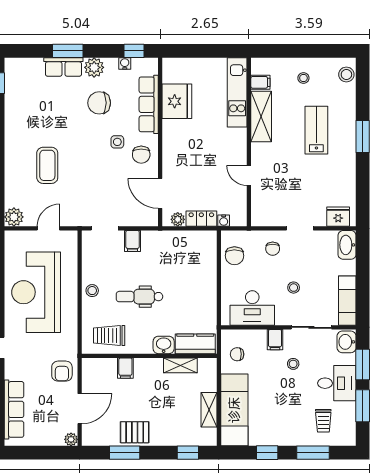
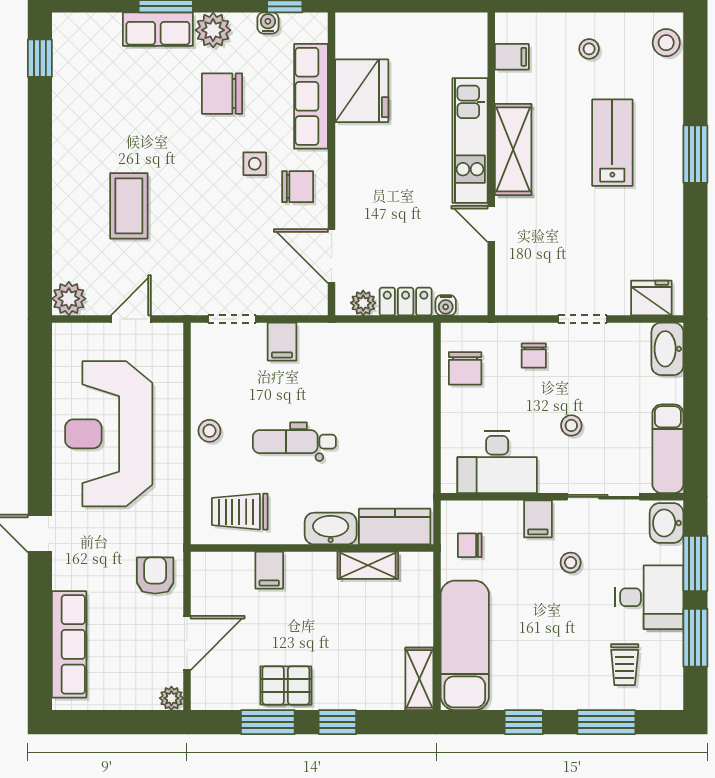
kitchen unit: (237, 92) -> (470, 141), moved
shelving: (261, 116) -> (513, 149), moved
chair: (141, 155) -> (298, 187), turned -90
washbasin: (164, 345) -> (331, 529), width x1.38
armchair: (62, 371) -> (155, 576), turned 180
shelving: (209, 410) -> (419, 679), moved
window: (188, 453) -> (337, 722), moved

